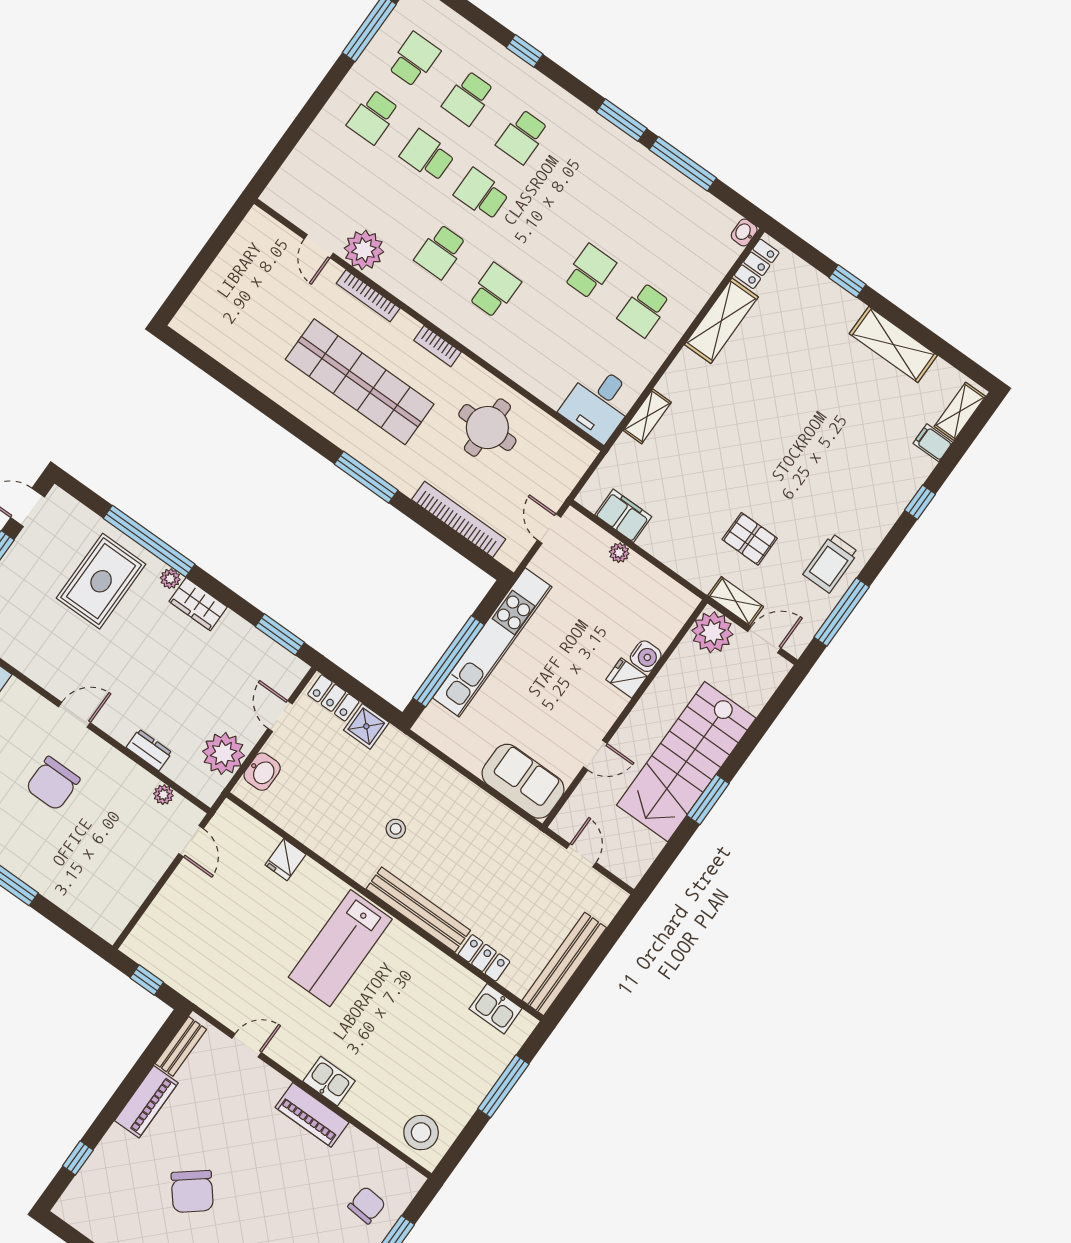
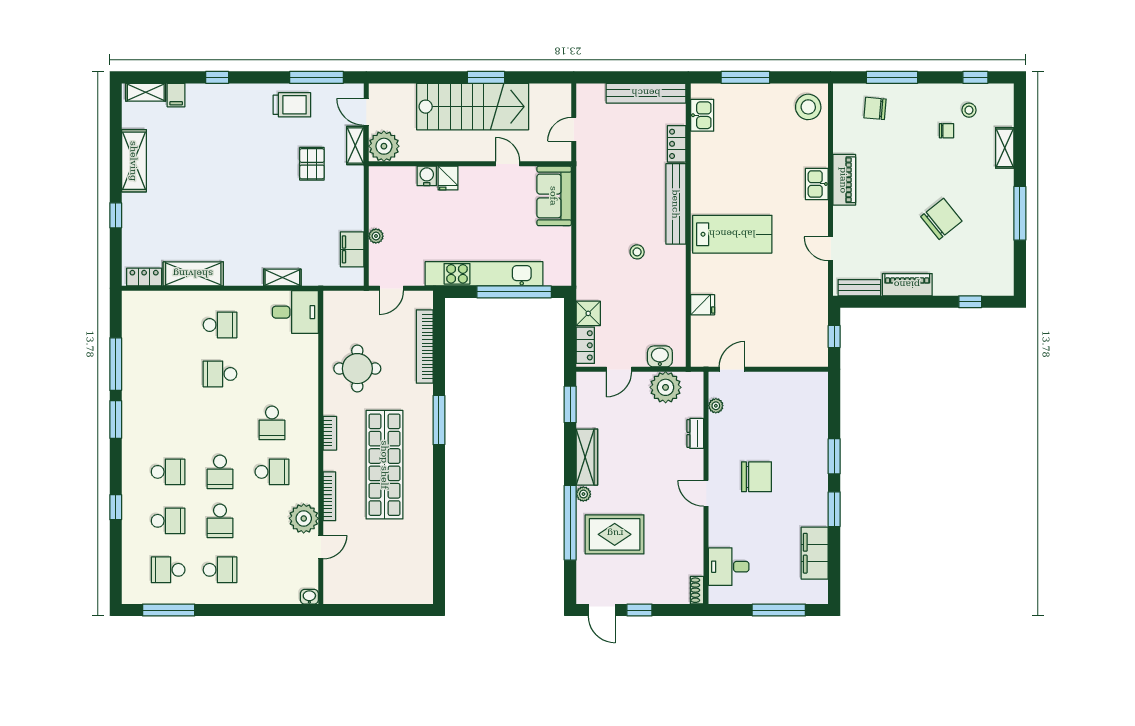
washbasin: (744, 232) -> (309, 597), moved, turned 180
school desk: (495, 290) -> (272, 423), turned -90
wardrobe: (198, 604) -> (587, 457), width x1.50

